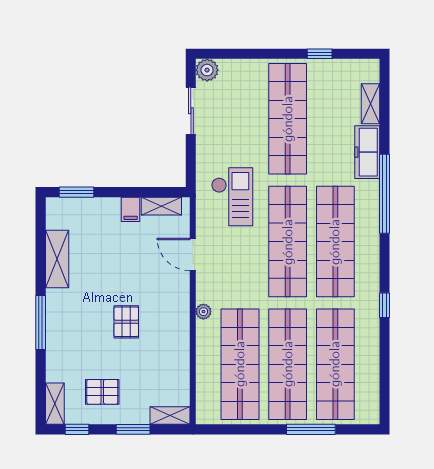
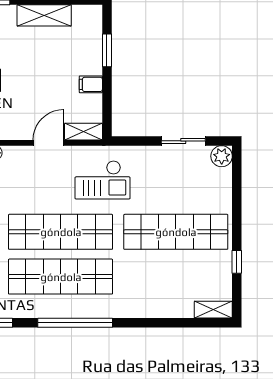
shelving: (370, 104) -> (213, 310), moved
freezer: (367, 152) -> (144, 307), removed
window: (76, 192) -> (107, 50), moved
window: (385, 194) -> (75, 323), moved
shelving: (161, 206) -> (83, 132), moved, turned 90

